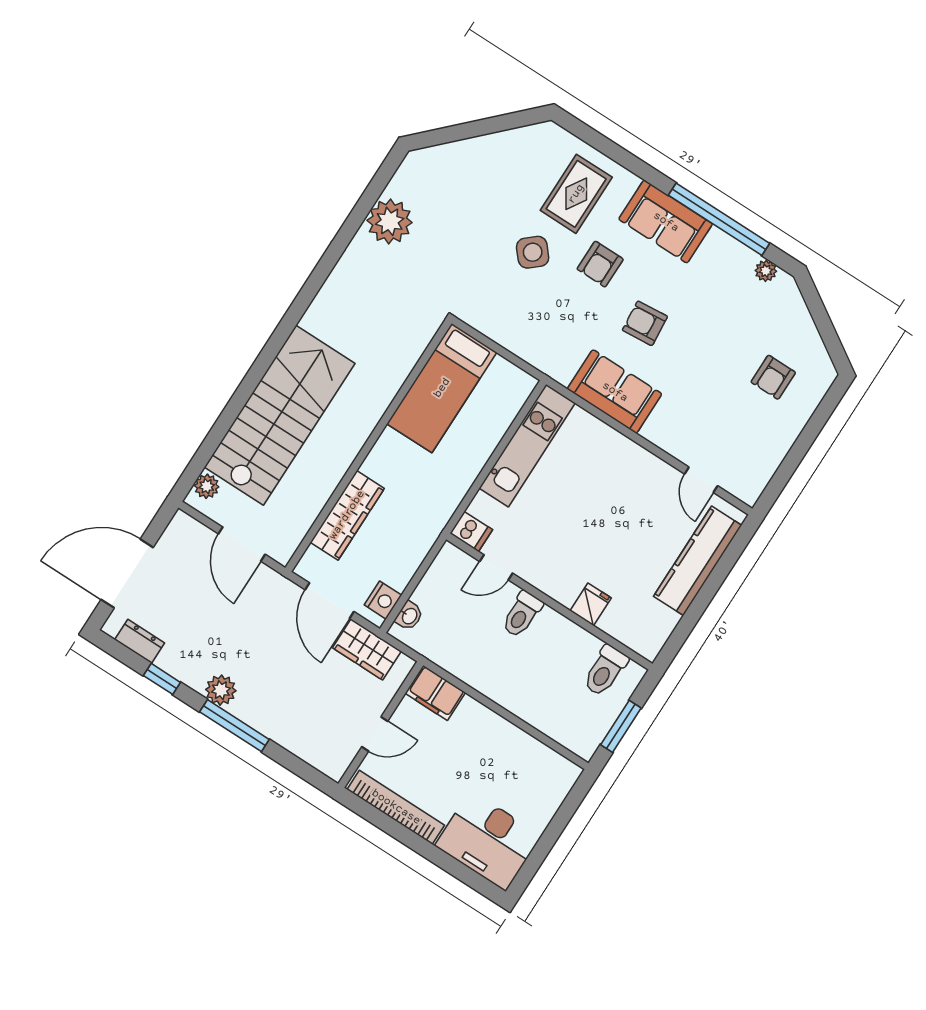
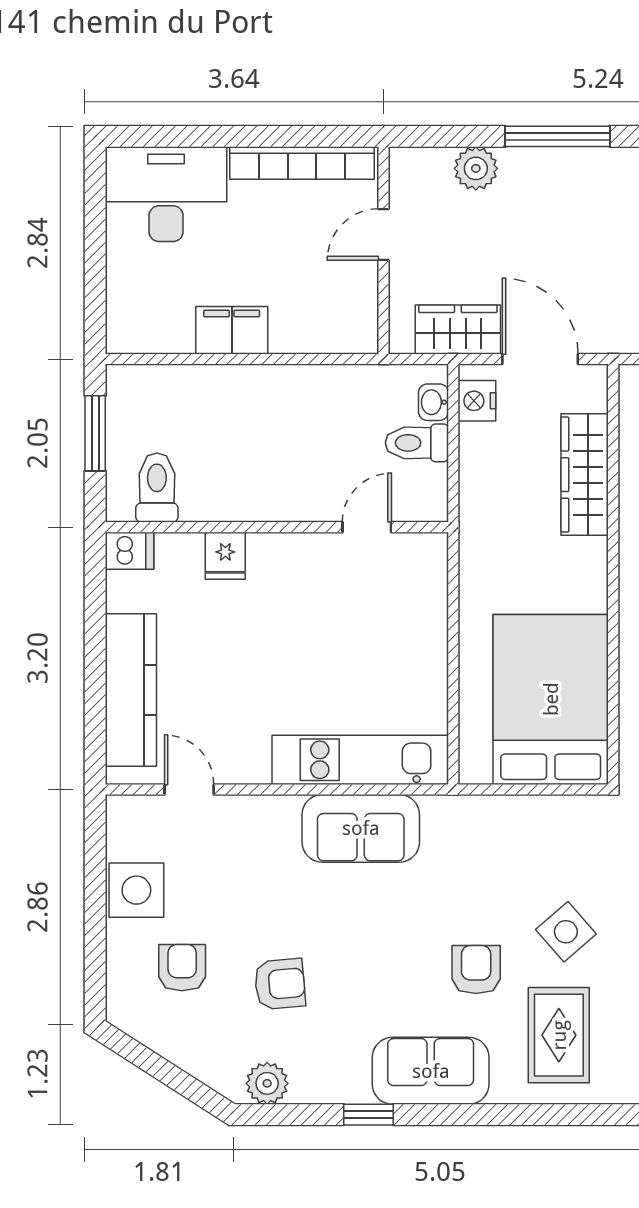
window: (719, 219) -> (369, 1115), width x0.32
plant: (766, 271) -> (267, 1083), width x1.38, depth x1.38
armchair: (645, 323) -> (280, 984), moved
bed: (442, 388) -> (551, 699), width x1.50
side table: (771, 440) -> (136, 890), added
kitchen unit: (527, 446) -> (360, 760), moved, turned 90
dishwasher: (471, 531) -> (130, 551), moved, turned 180
toilet: (522, 614) -> (417, 443), moved, turned -90
plant: (221, 690) -> (476, 168), moved
filing cabinet: (435, 693) -> (232, 330), moved

